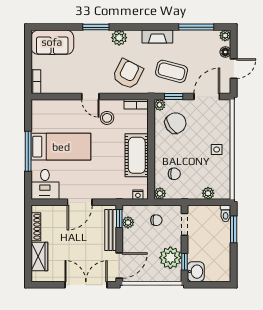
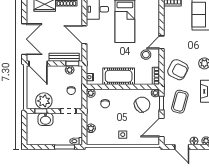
door: (207, 97) -> (161, 127), swing flipped
chair: (175, 123) -> (142, 105), turned -88
washbasin: (196, 272) -> (46, 119), moved

